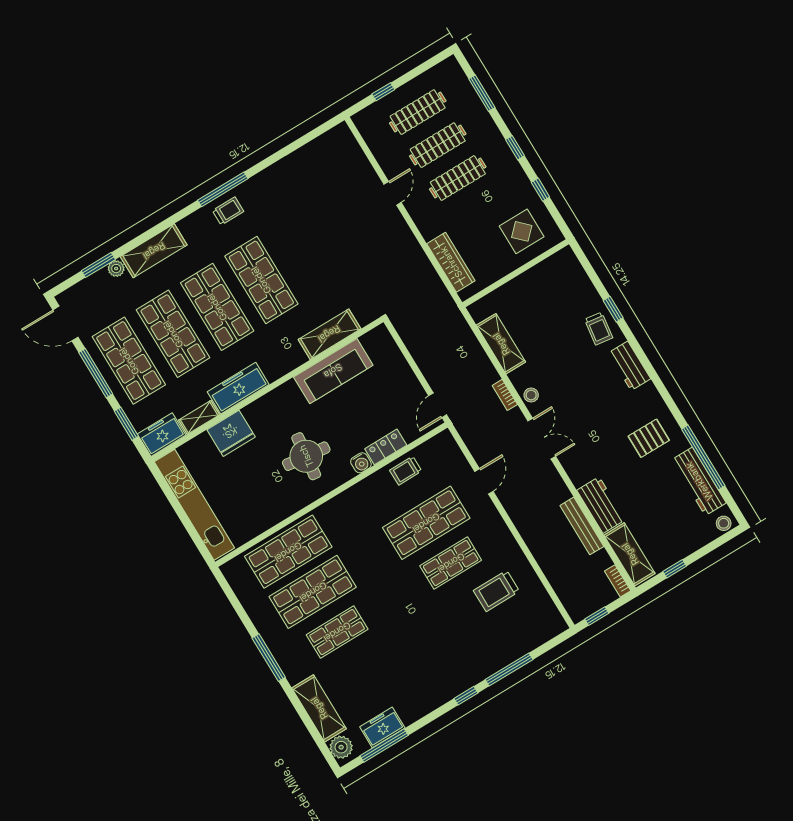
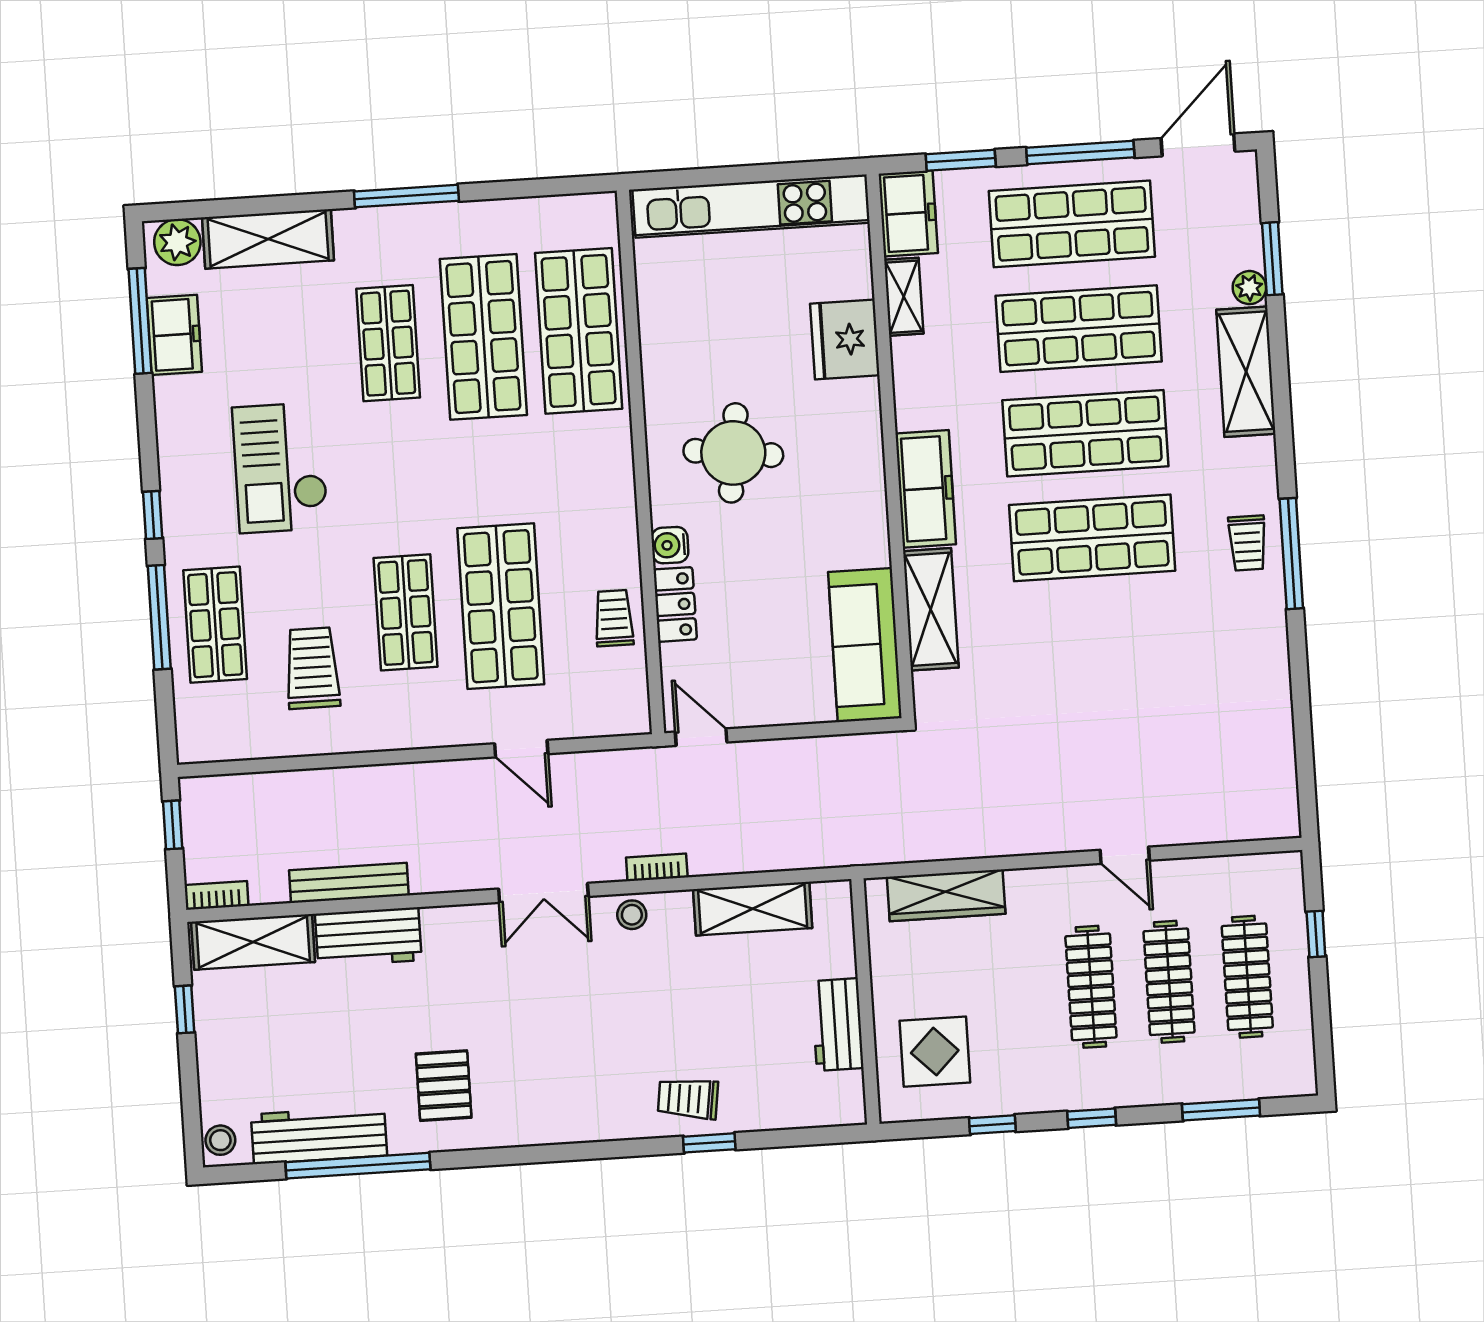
workbench: (629, 366) -> (837, 1025), moved, turned -90
sofa: (333, 371) -> (865, 645), moved
freezer: (238, 388) -> (926, 489), moved
shop shelf: (500, 643) -> (215, 625), added
checkout: (416, 651) -> (280, 468), added

